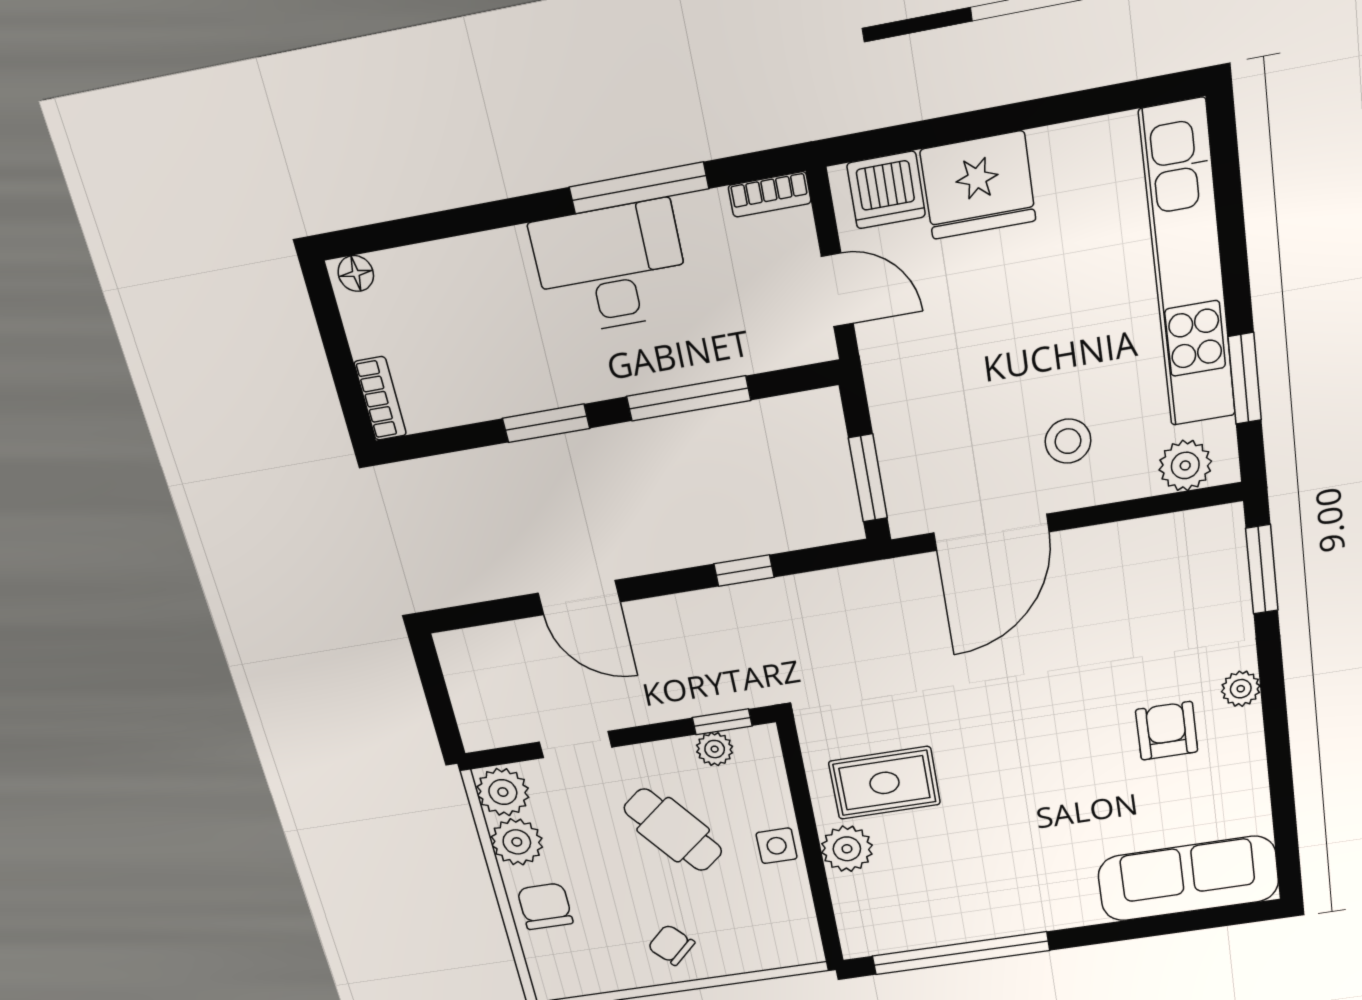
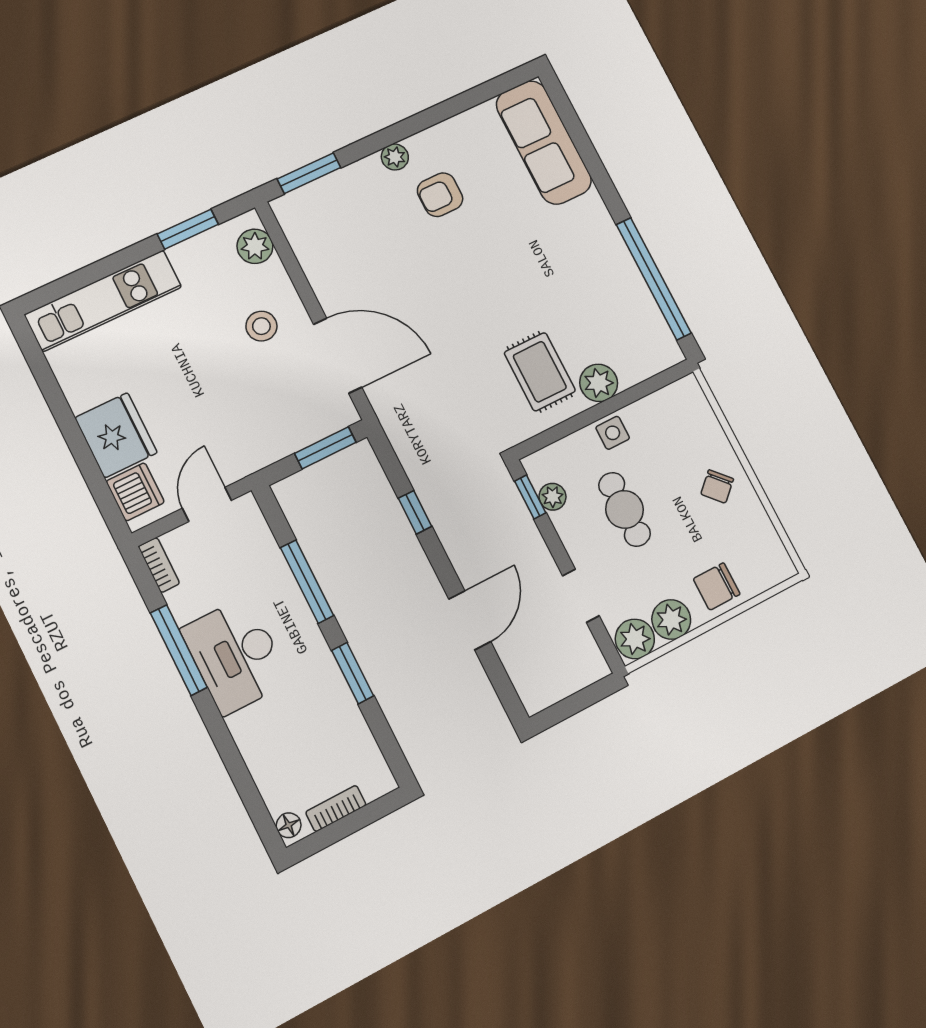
kitchen unit: (1188, 267) -> (103, 301), width x0.73
bookcase: (380, 399) -> (336, 808), moved
cafe table: (673, 830) -> (625, 509), turned -52

